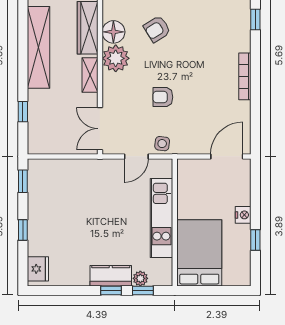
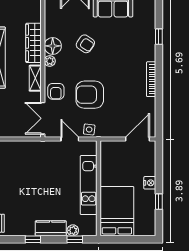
armchair: (157, 29) -> (85, 44), turned -114
plant: (116, 58) -> (50, 61), width x0.53, depth x0.53
armchair: (118, 93) -> (56, 91), added
armchair: (163, 97) -> (90, 95), width x1.88, depth x1.88
door: (136, 156) -> (70, 139), swing flipped
window: (111, 290) -> (33, 239), moved

